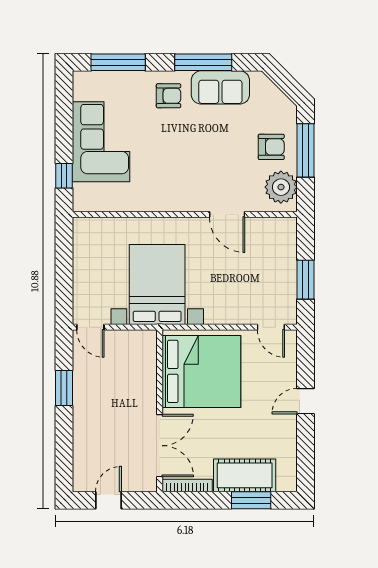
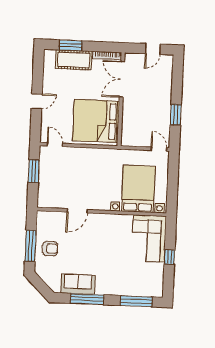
armchair: (169, 96) -> (108, 281), removed
corner sofa: (101, 142) -> (149, 239), moved
armchair: (271, 147) -> (50, 249), turned 180
window: (64, 176) -> (169, 257), moved
plant: (281, 187) -> (46, 225), removed
door: (227, 214) -> (77, 211), swing flipped
bed with nightstands: (157, 285) -> (138, 189), moved, turned 180

